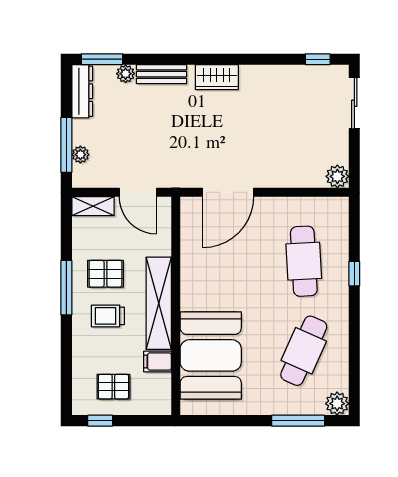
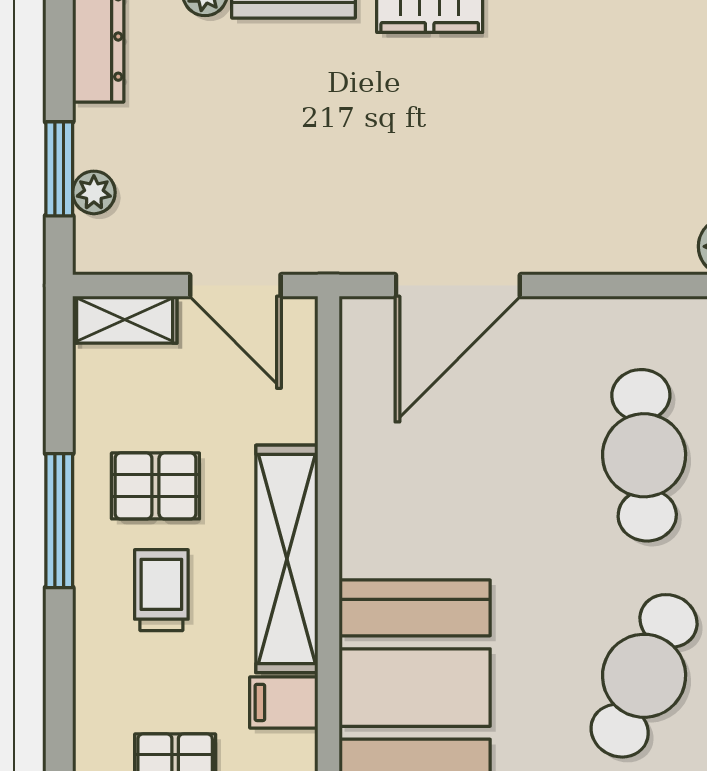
window: (66, 145) -> (59, 169), width x0.69
trolley: (108, 316) -> (161, 590), turned 90

